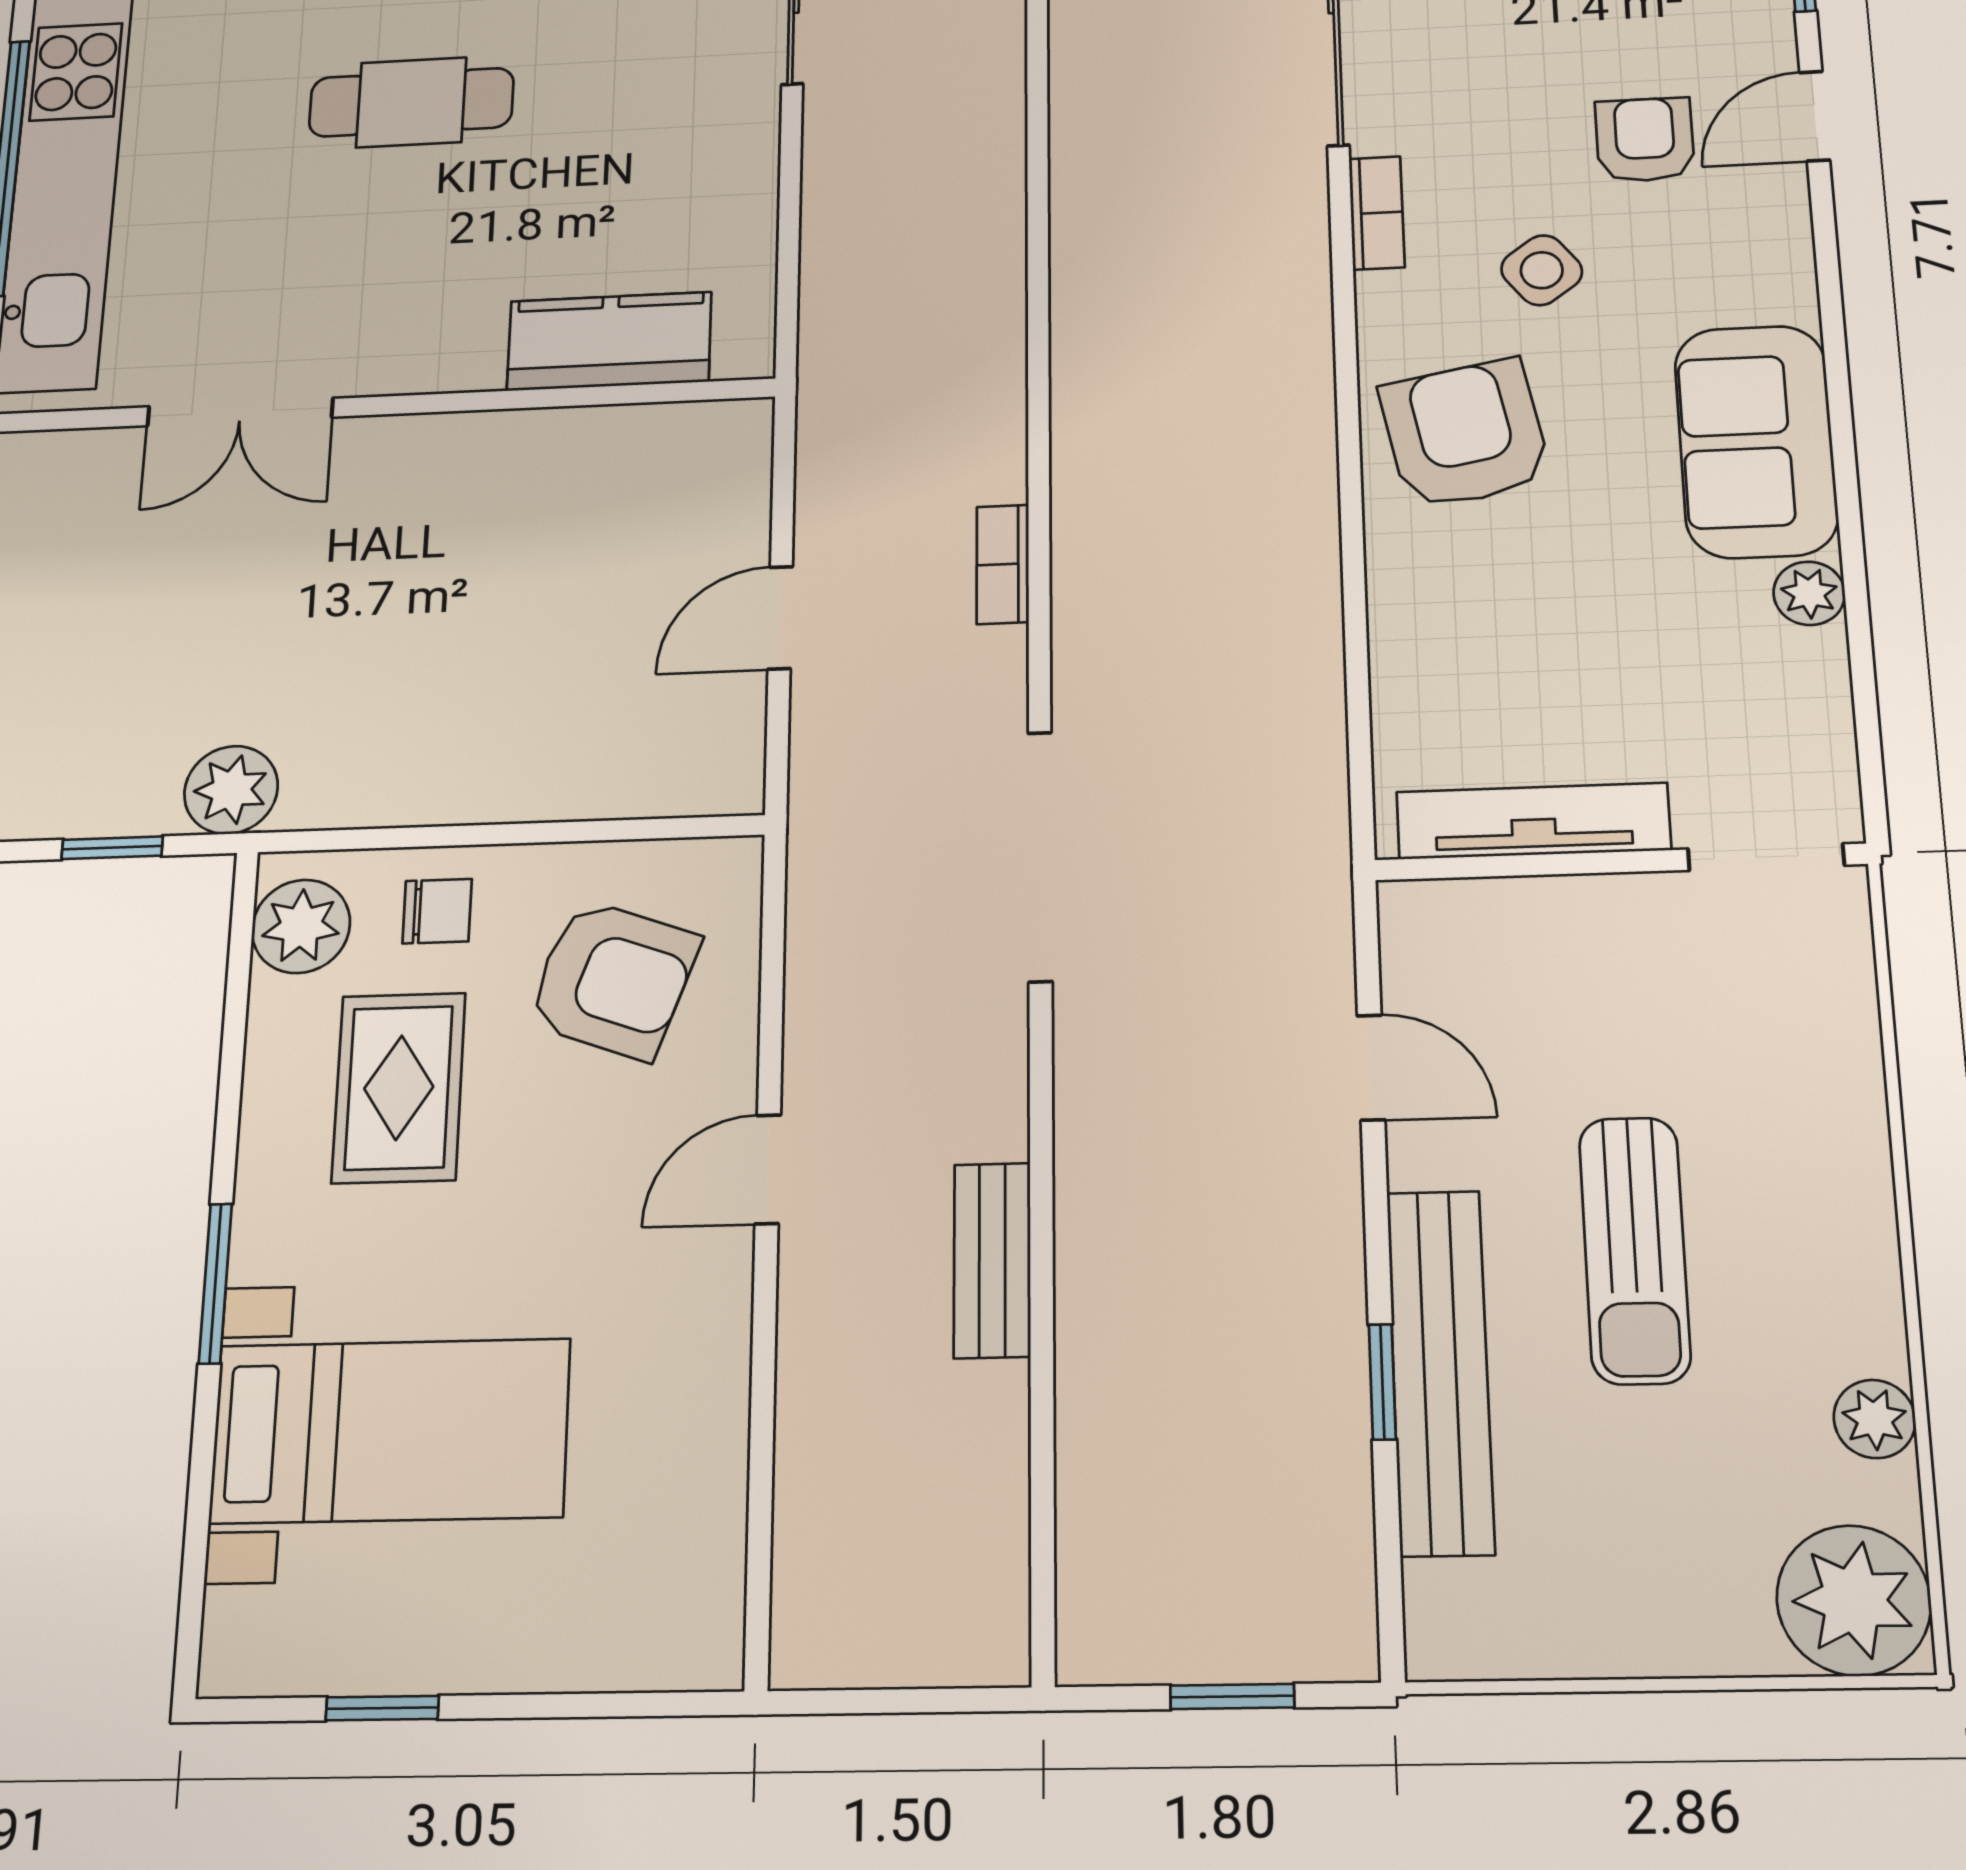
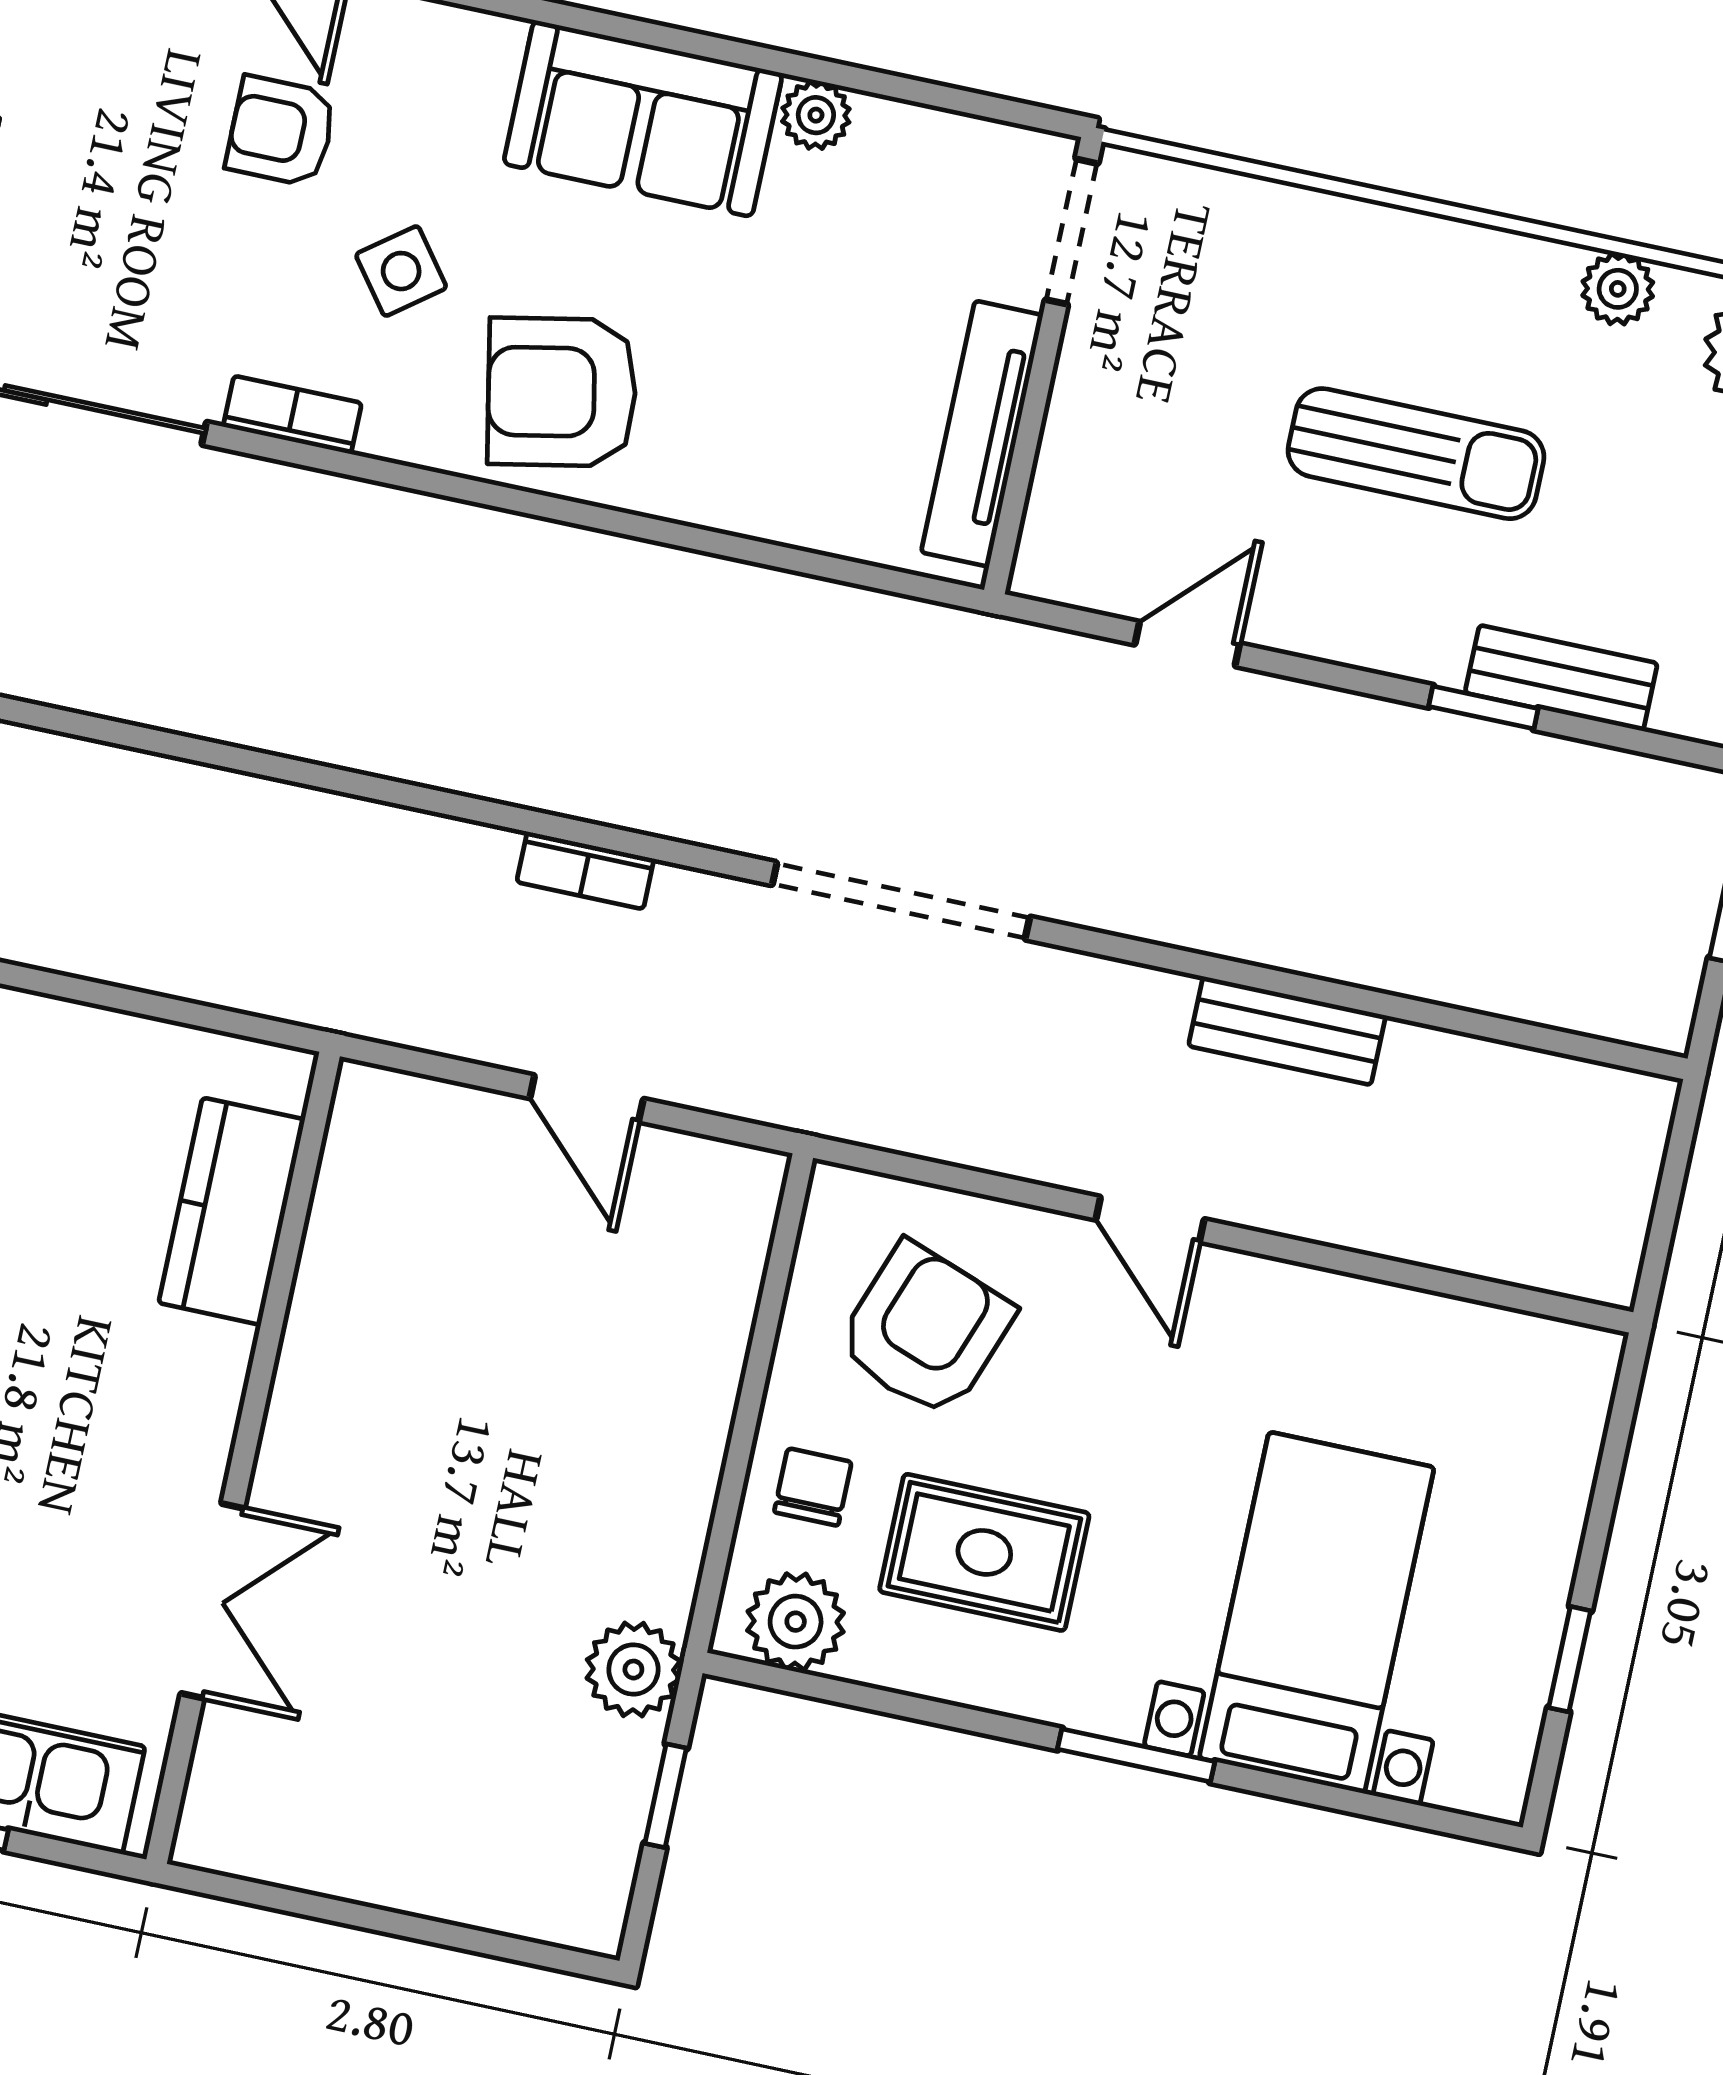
bench: (1440, 1371) -> (1561, 678), width x0.54, depth x0.82

